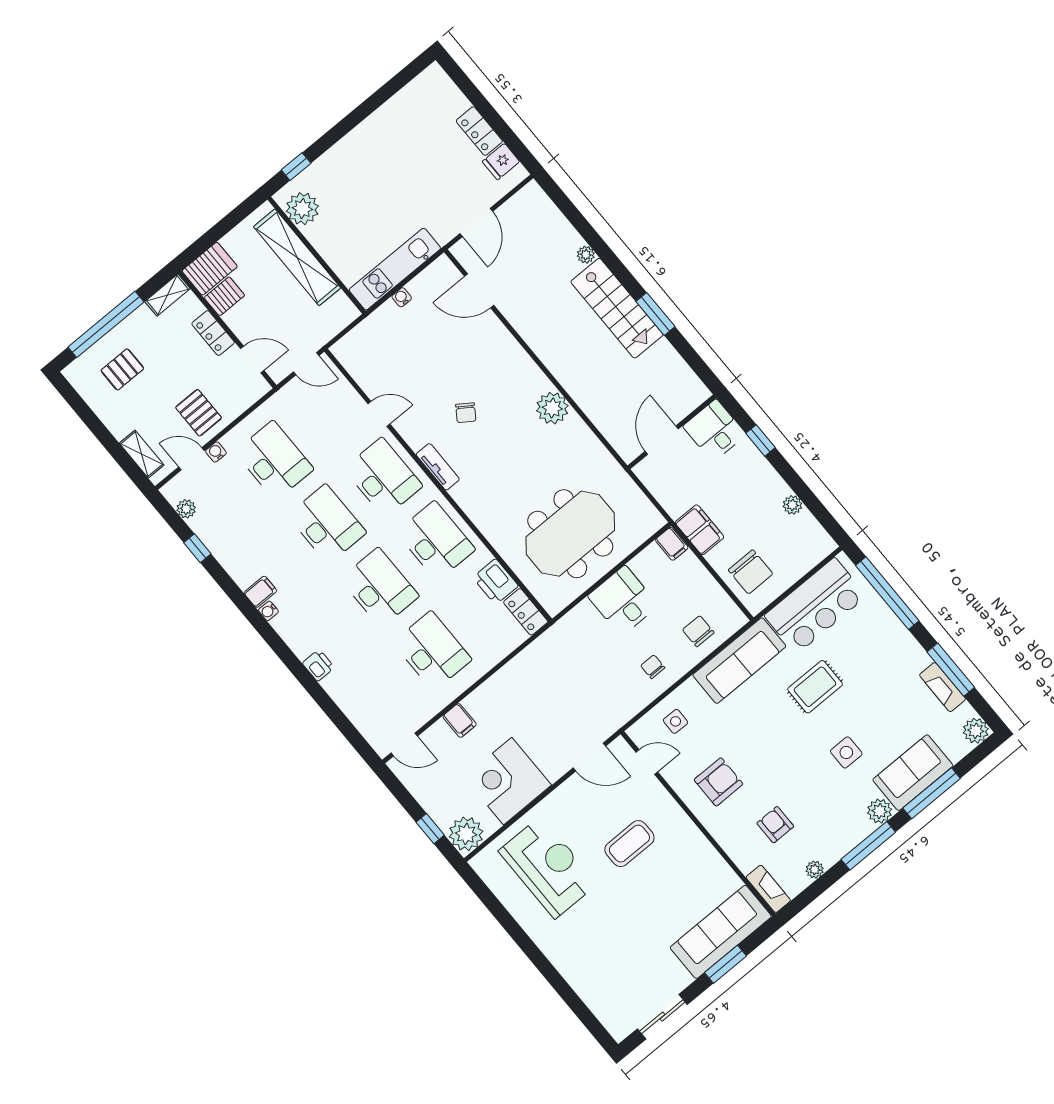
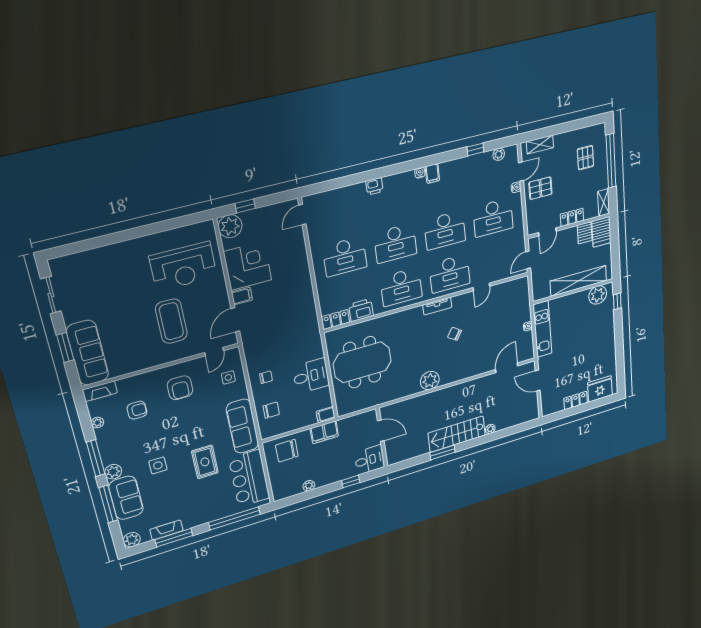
fridge: (501, 162) -> (600, 389), moved, width x1.88, depth x1.34
meeting table: (570, 534) -> (362, 362), turned 90
filing cabinet: (460, 720) -> (242, 296), moved, turned 180
coffee table: (629, 844) -> (171, 321), width x1.36, depth x1.32

